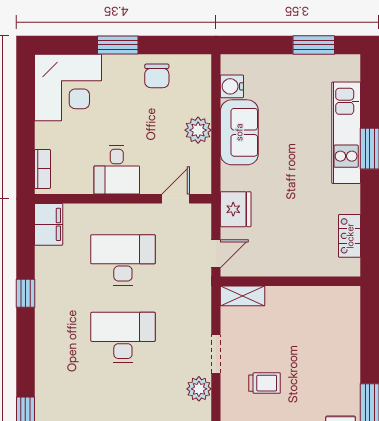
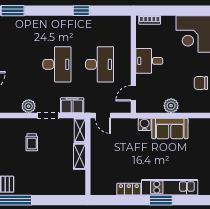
water cooler: (232, 86) -> (145, 124), moved
door: (176, 199) -> (133, 93), swing flipped
fridge: (236, 209) -> (128, 126), removed
filing cabinet: (49, 224) -> (72, 105), moved, turned 180
locker: (350, 236) -> (129, 189), moved
shelving: (290, 297) -> (79, 156), added

